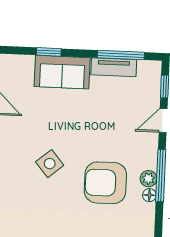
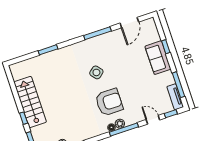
tv unit: (114, 67) -> (175, 97), moved
side table: (50, 164) -> (96, 72), moved
armchair: (105, 183) -> (109, 102), turned 90

